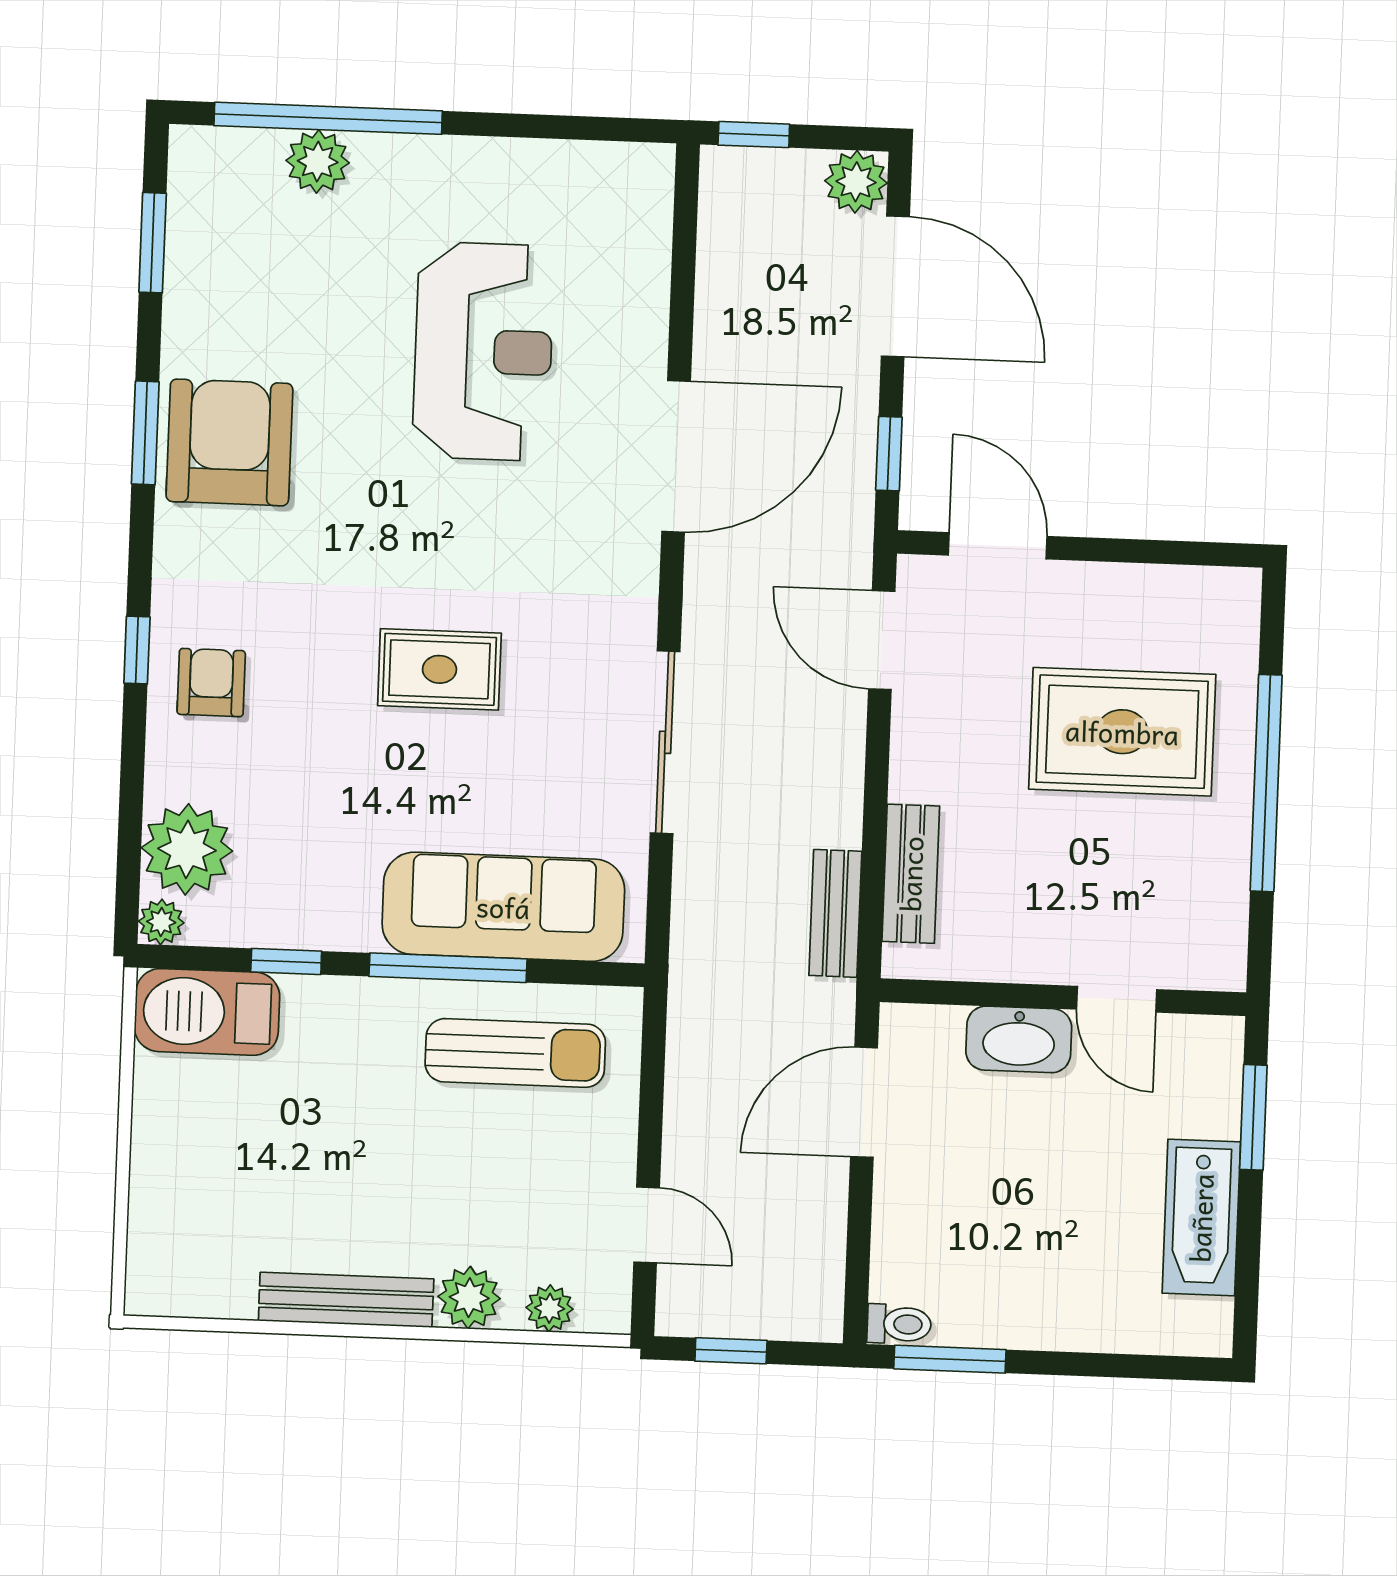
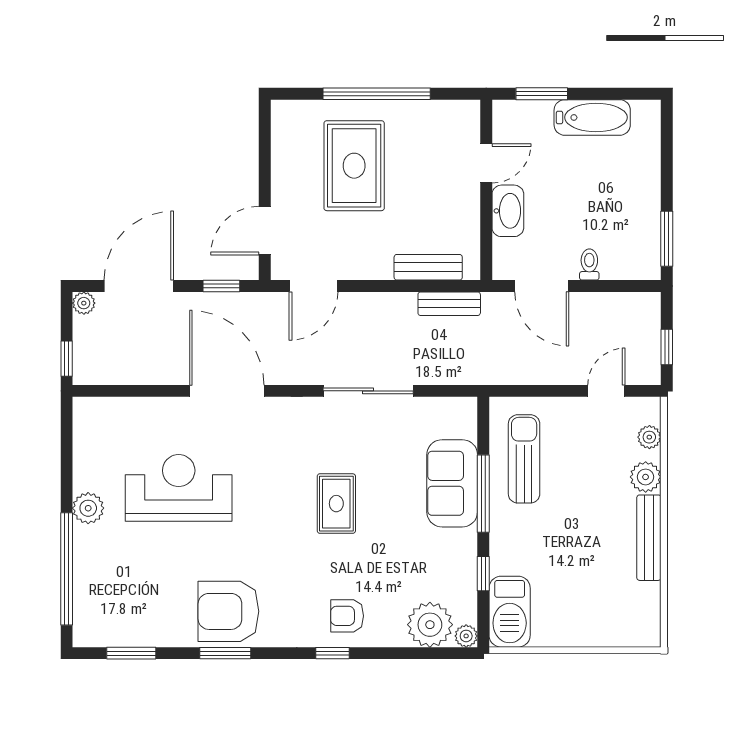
plant: (318, 162) -> (88, 508), moved
plant: (856, 182) -> (84, 303), width x0.73, depth x0.73
sofa: (503, 907) -> (452, 483), width x0.73
toilet: (899, 1324) -> (589, 264), moved

